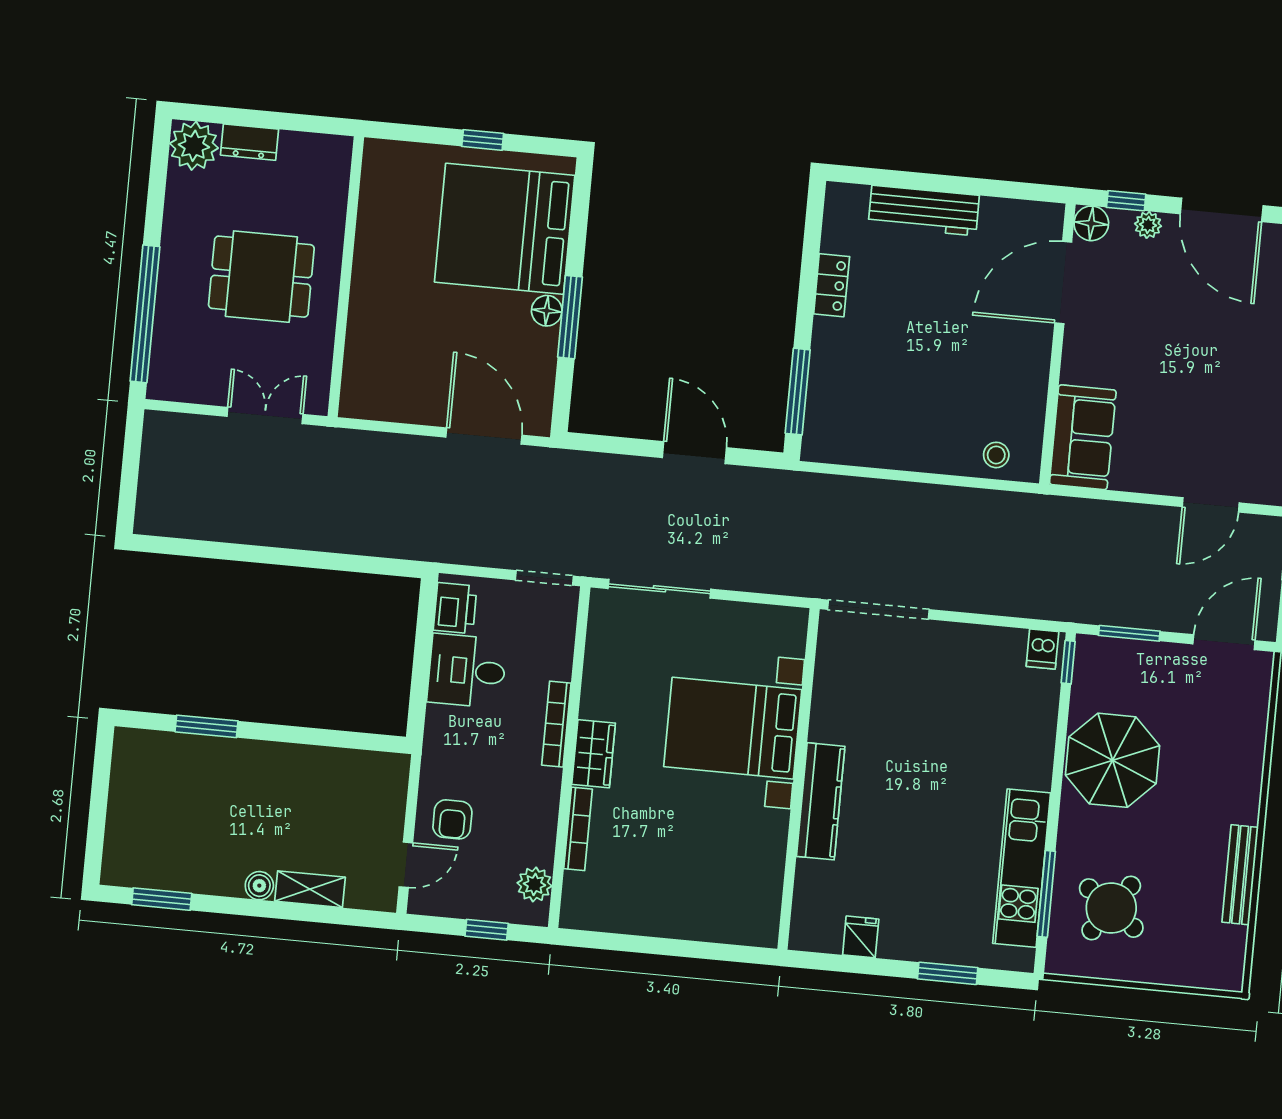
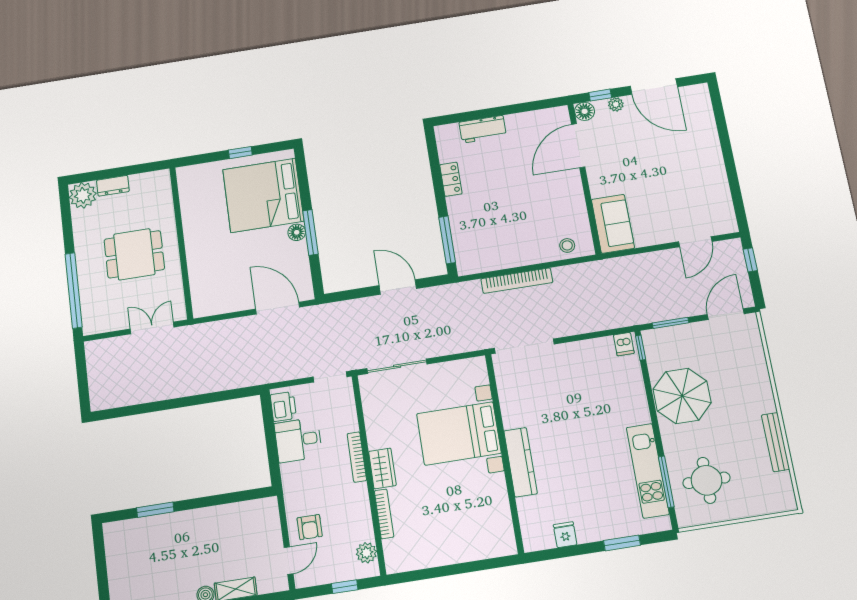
workbench: (924, 211) -> (483, 129), width x0.73
bookcase: (896, 494) -> (517, 281), added
round table: (1111, 908) -> (707, 480), turned -36

